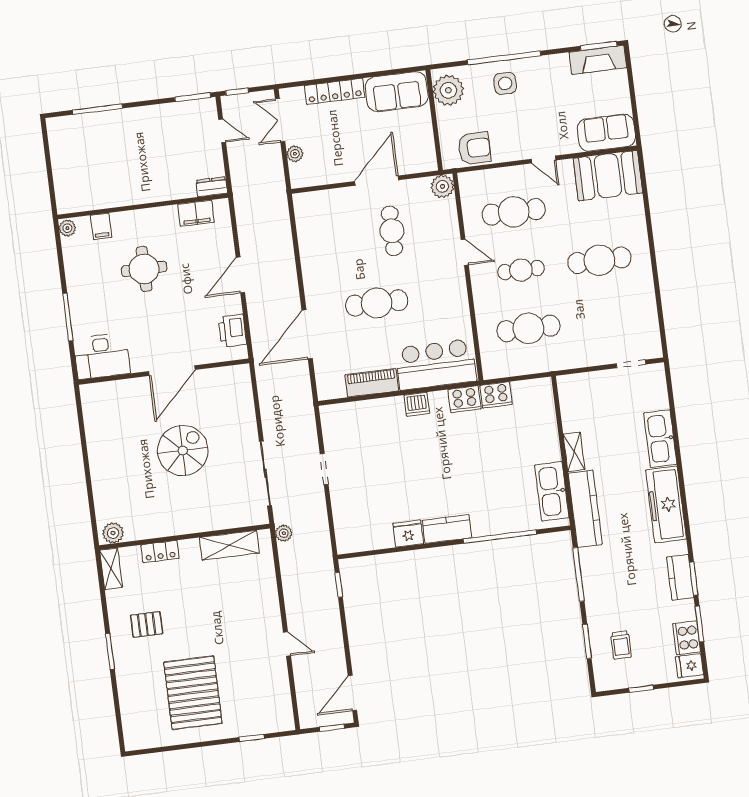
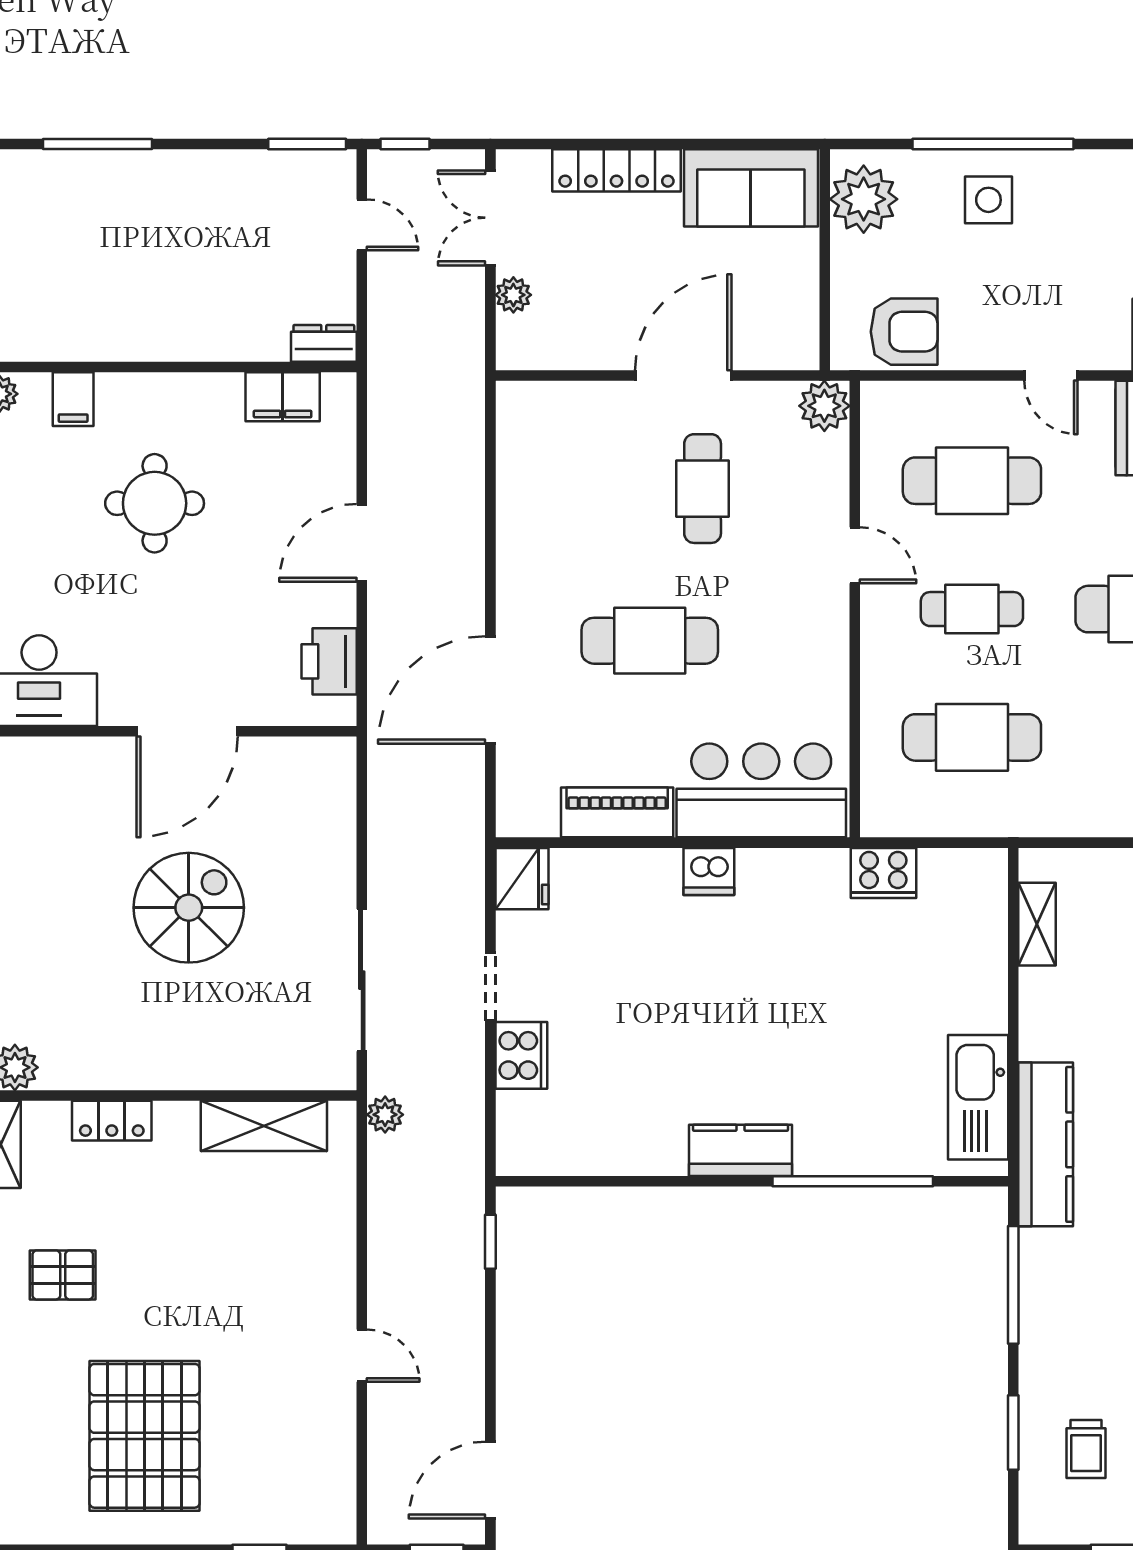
cooker: (465, 399) -> (521, 1055), moved, turned -90
shelving: (574, 452) -> (1037, 924), moved
fridge: (408, 534) -> (522, 879), moved, turned 90

